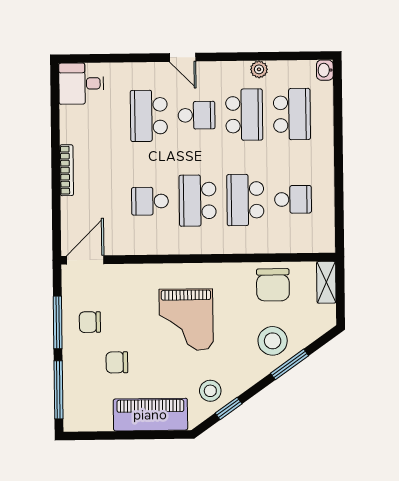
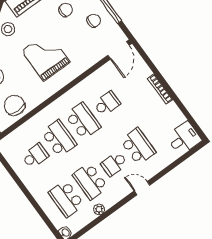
school desk: (293, 199) -> (35, 156), turned 180

